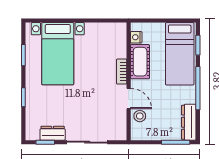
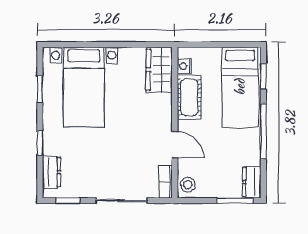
wardrobe: (117, 40) -> (159, 70), added
bookcase: (122, 72) -> (166, 182), moved
stool: (140, 116) -> (188, 185), moved
dresser: (189, 122) -> (252, 182), width x0.70
dresser: (53, 133) -> (51, 172), moved, turned 90

